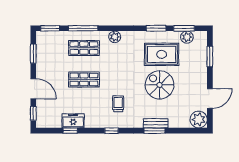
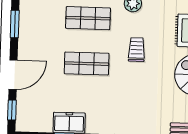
door: (33, 89) -> (13, 75), hinge flipped
trolley: (118, 104) -> (137, 50), moved

